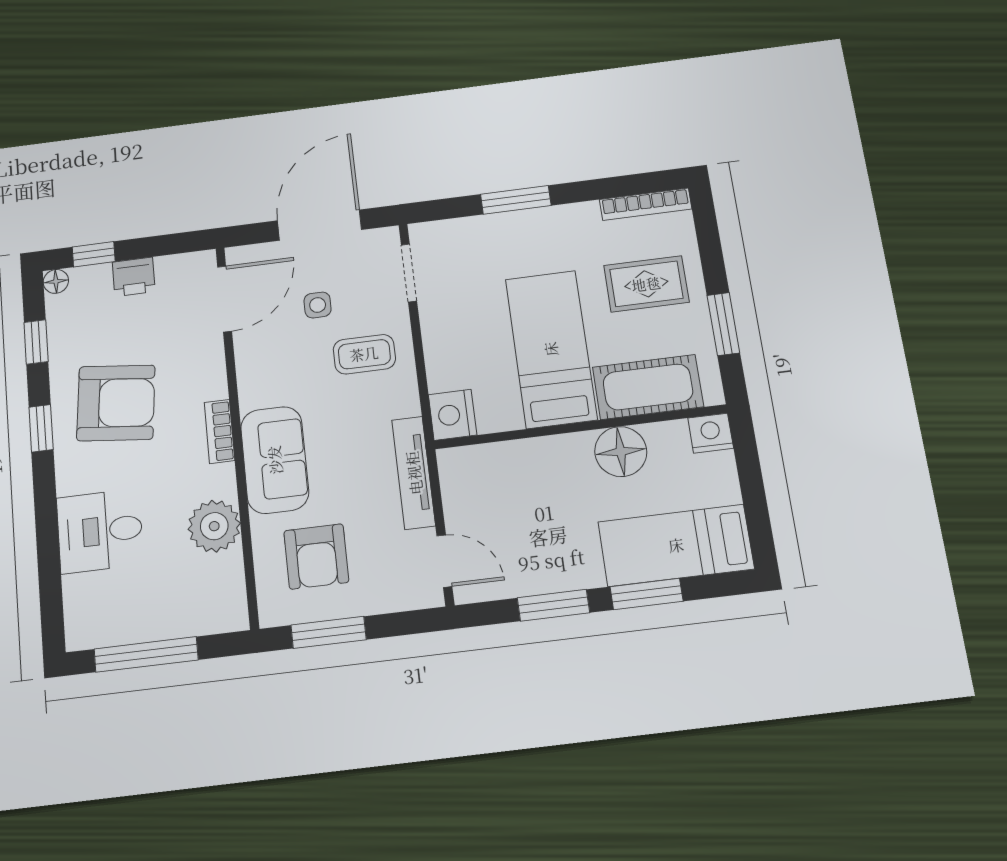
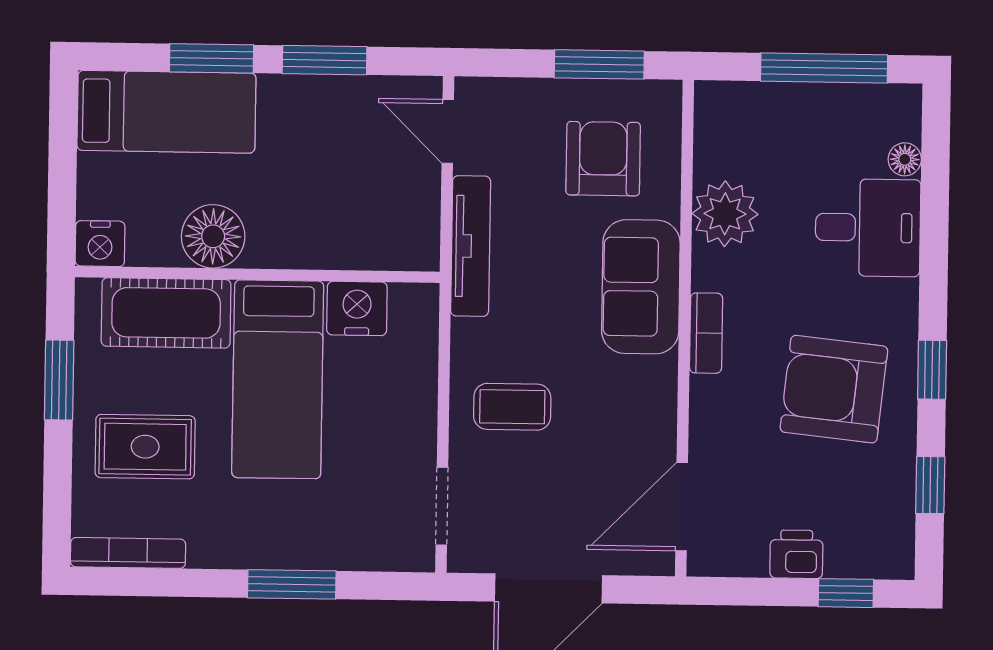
floor lamp: (56, 281) -> (905, 159), moved
side table: (318, 305) -> (564, 481), removed
nightstand: (453, 415) -> (357, 308), moved, turned -90

